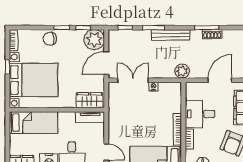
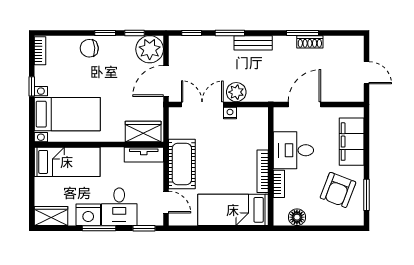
bench: (170, 35) -> (253, 43), width x0.73
plant: (182, 71) -> (236, 92), moved
bed with nightstands: (34, 80) -> (67, 114), width x0.73
door: (220, 80) -> (305, 104), moved
cot: (118, 124) -> (182, 164), added

